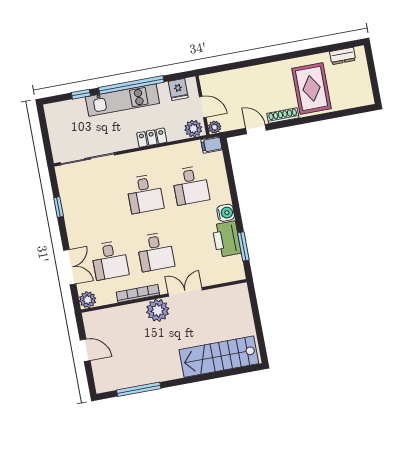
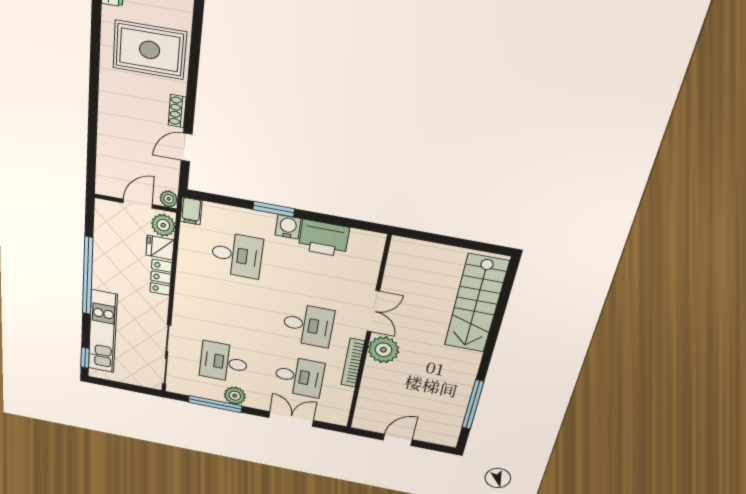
fridge: (178, 89) -> (160, 248), moved, turned 180
window: (81, 94) -> (85, 358), moved
kitchen unit: (122, 100) -> (103, 332), moved
shoe rack: (283, 116) -> (177, 111), width x0.70
desk: (145, 194) -> (224, 362), moved, turned 180
window: (59, 207) -> (215, 404), width x2.17
window: (243, 246) -> (274, 209), moved
double door: (185, 292) -> (373, 311), swing flipped
plant: (88, 300) -> (235, 396), moved

